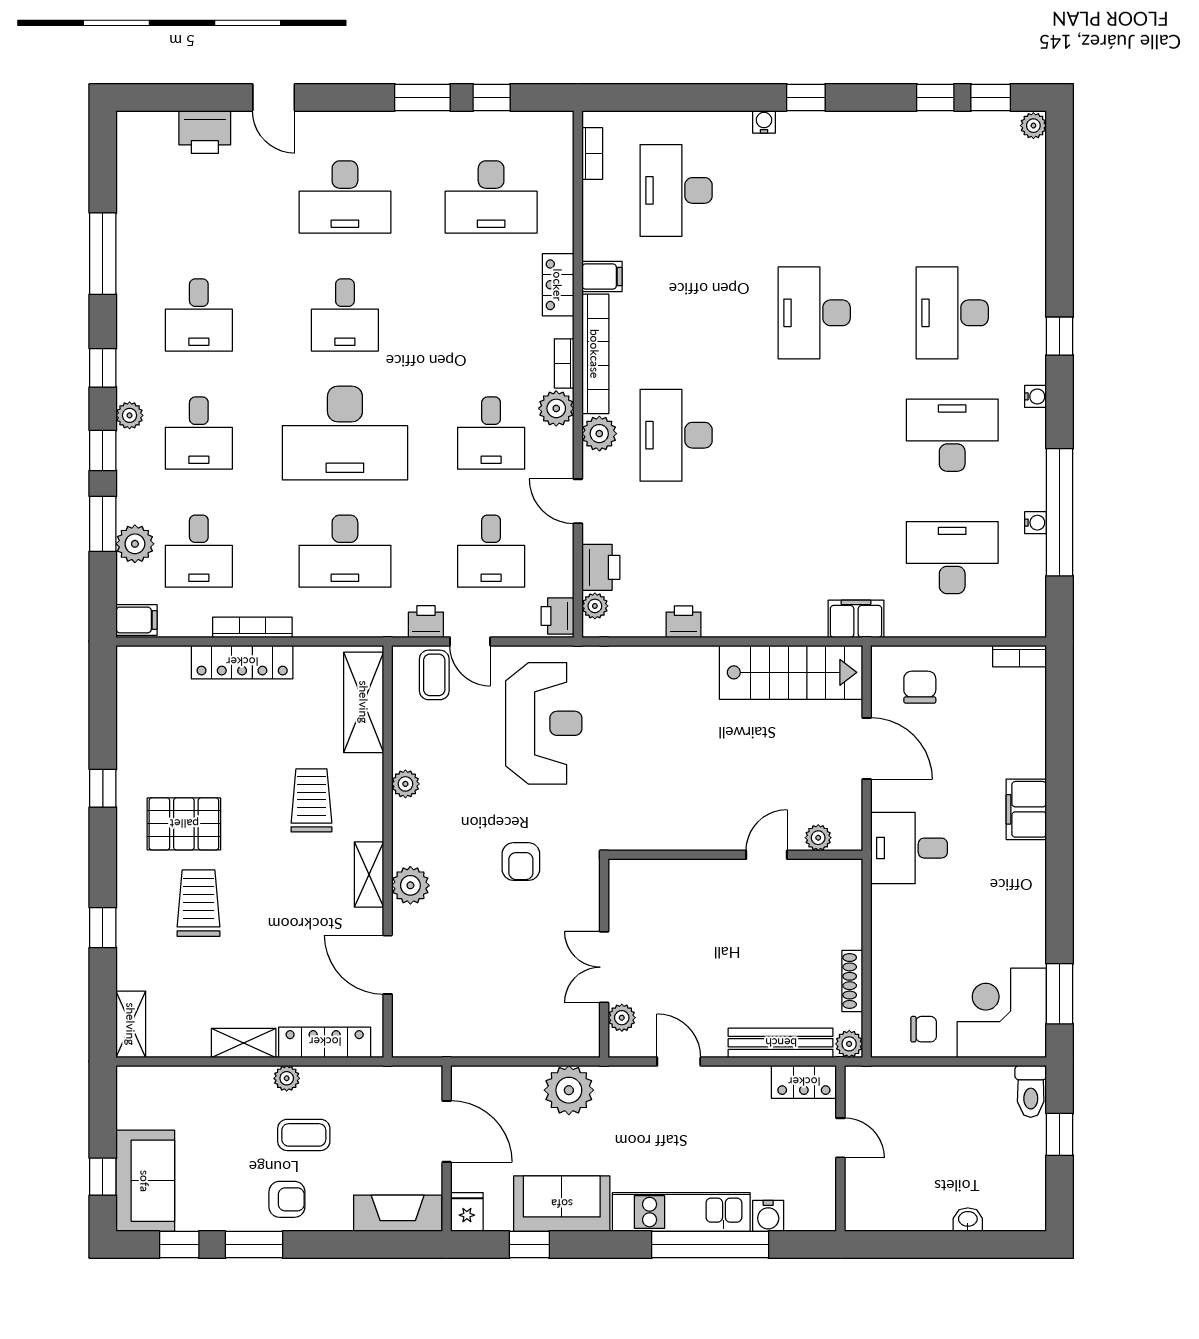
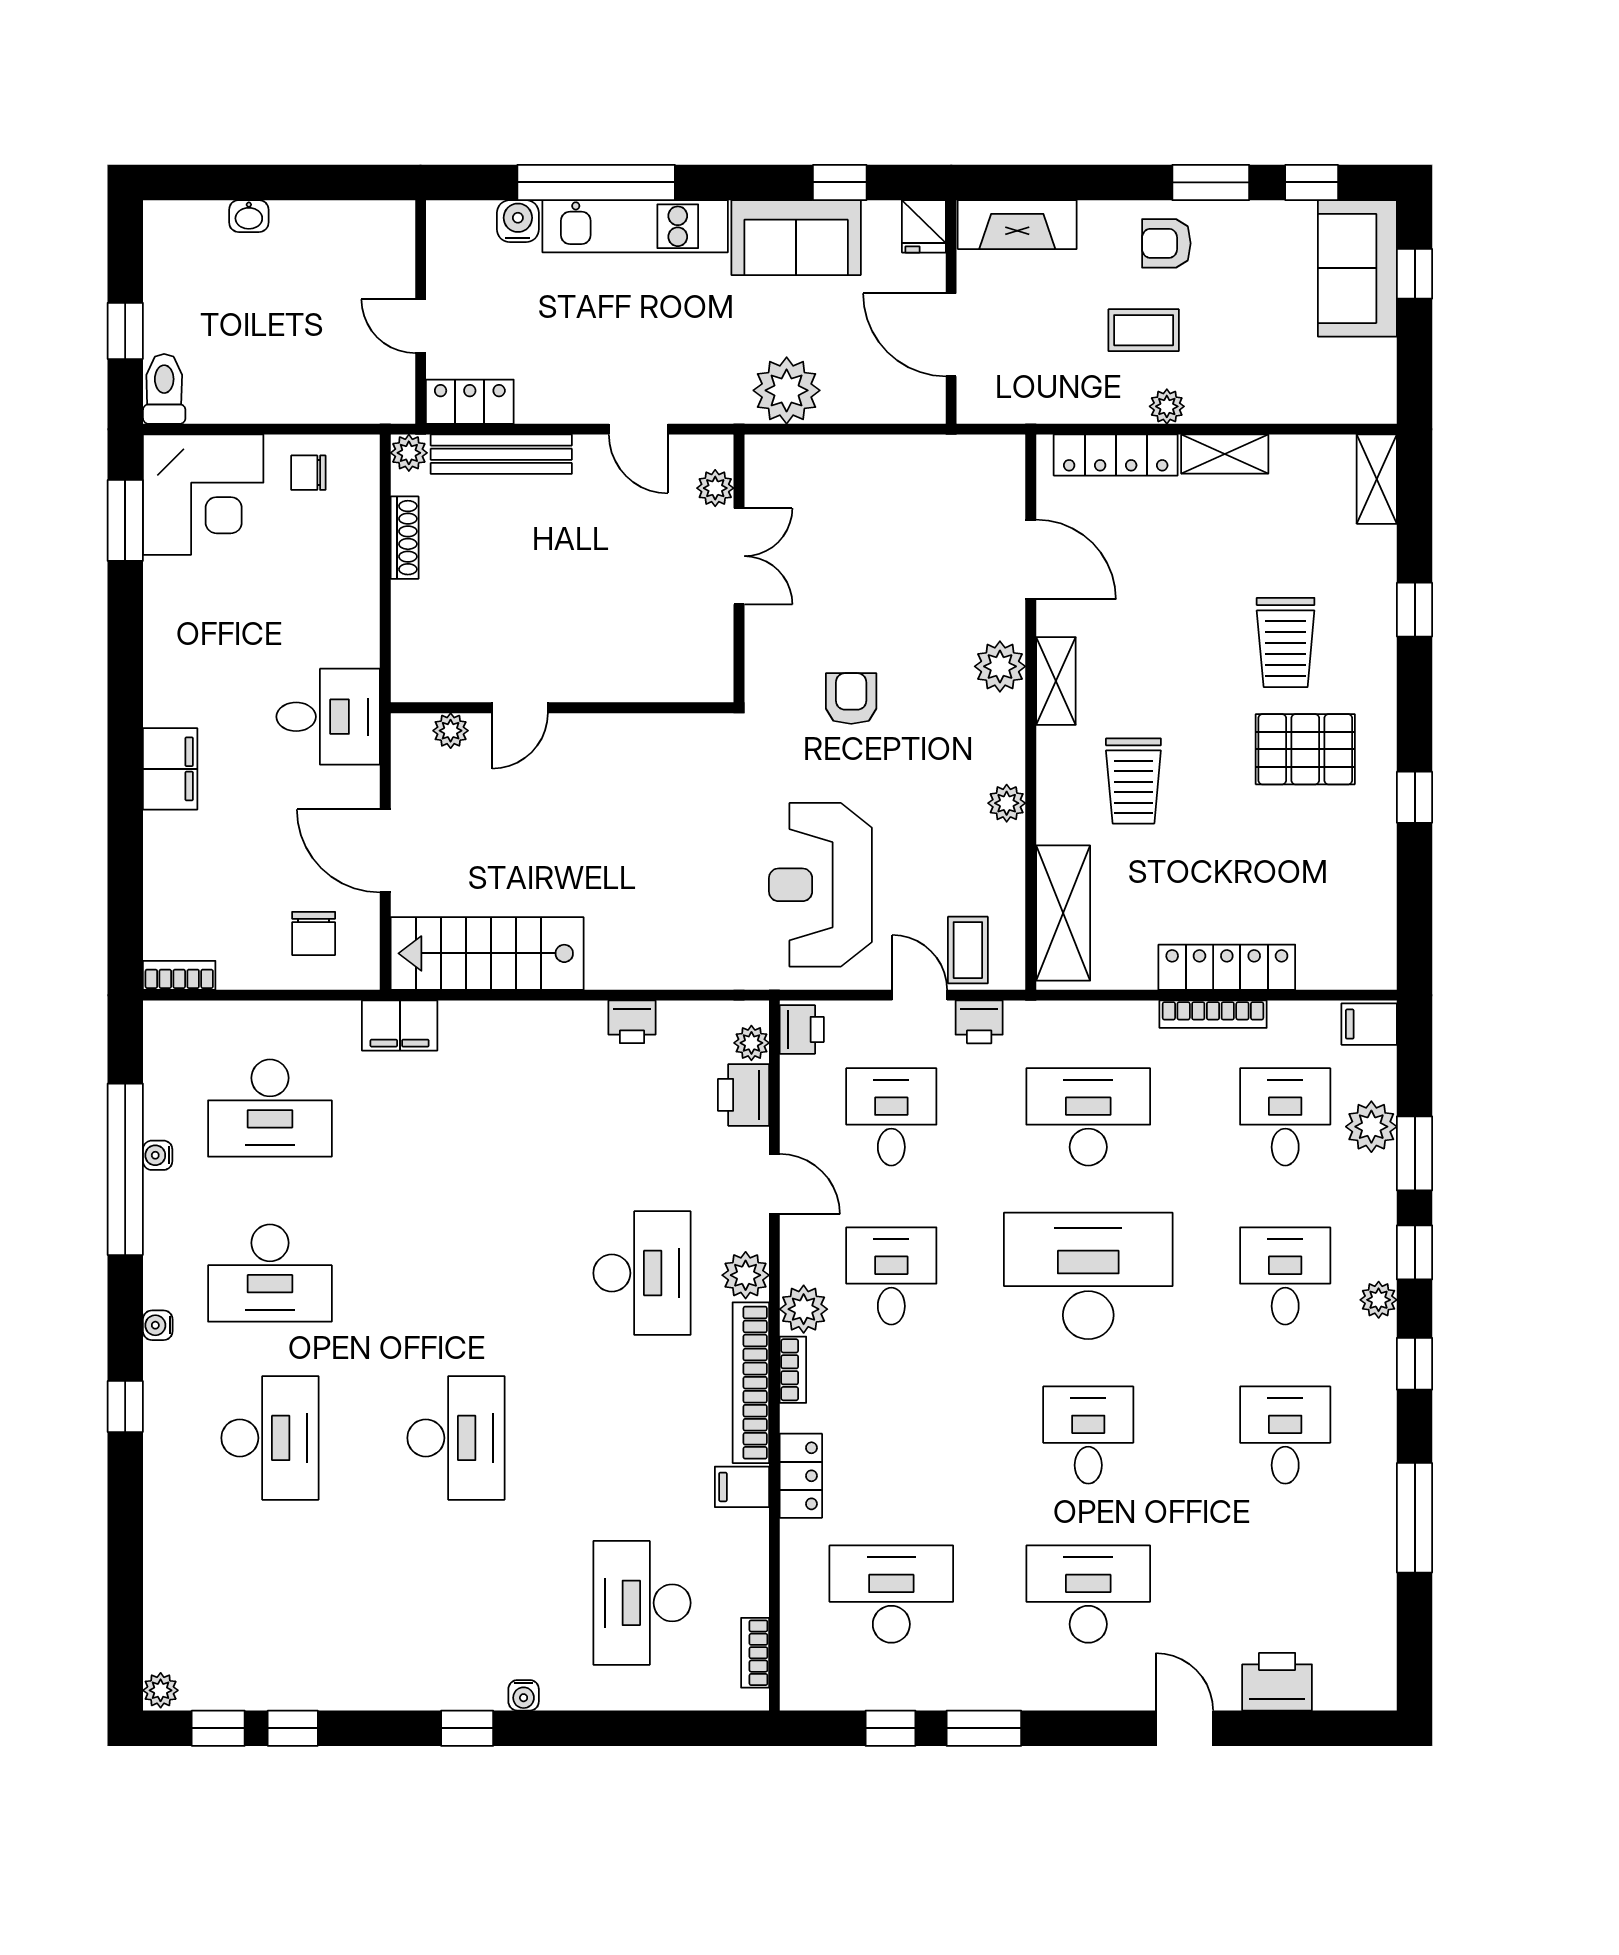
desk: (676, 190) -> (642, 1603), turned 180

